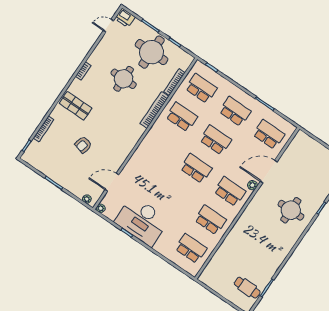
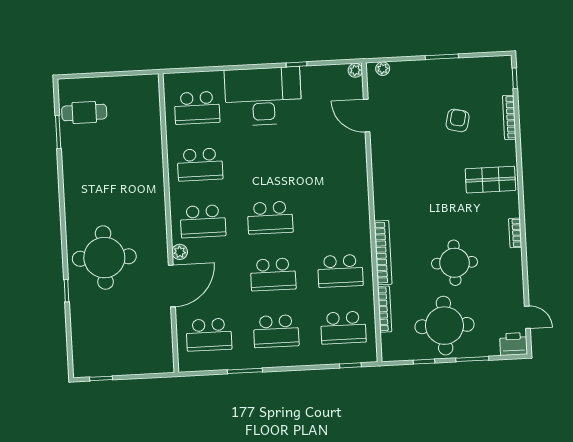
door: (108, 26) -> (527, 317), hinge flipped
armchair: (83, 145) -> (458, 120), moved
door: (112, 182) -> (367, 116), swing flipped
round table: (291, 210) -> (104, 258), width x1.36, depth x1.36
desk: (142, 221) -> (263, 96), moved

